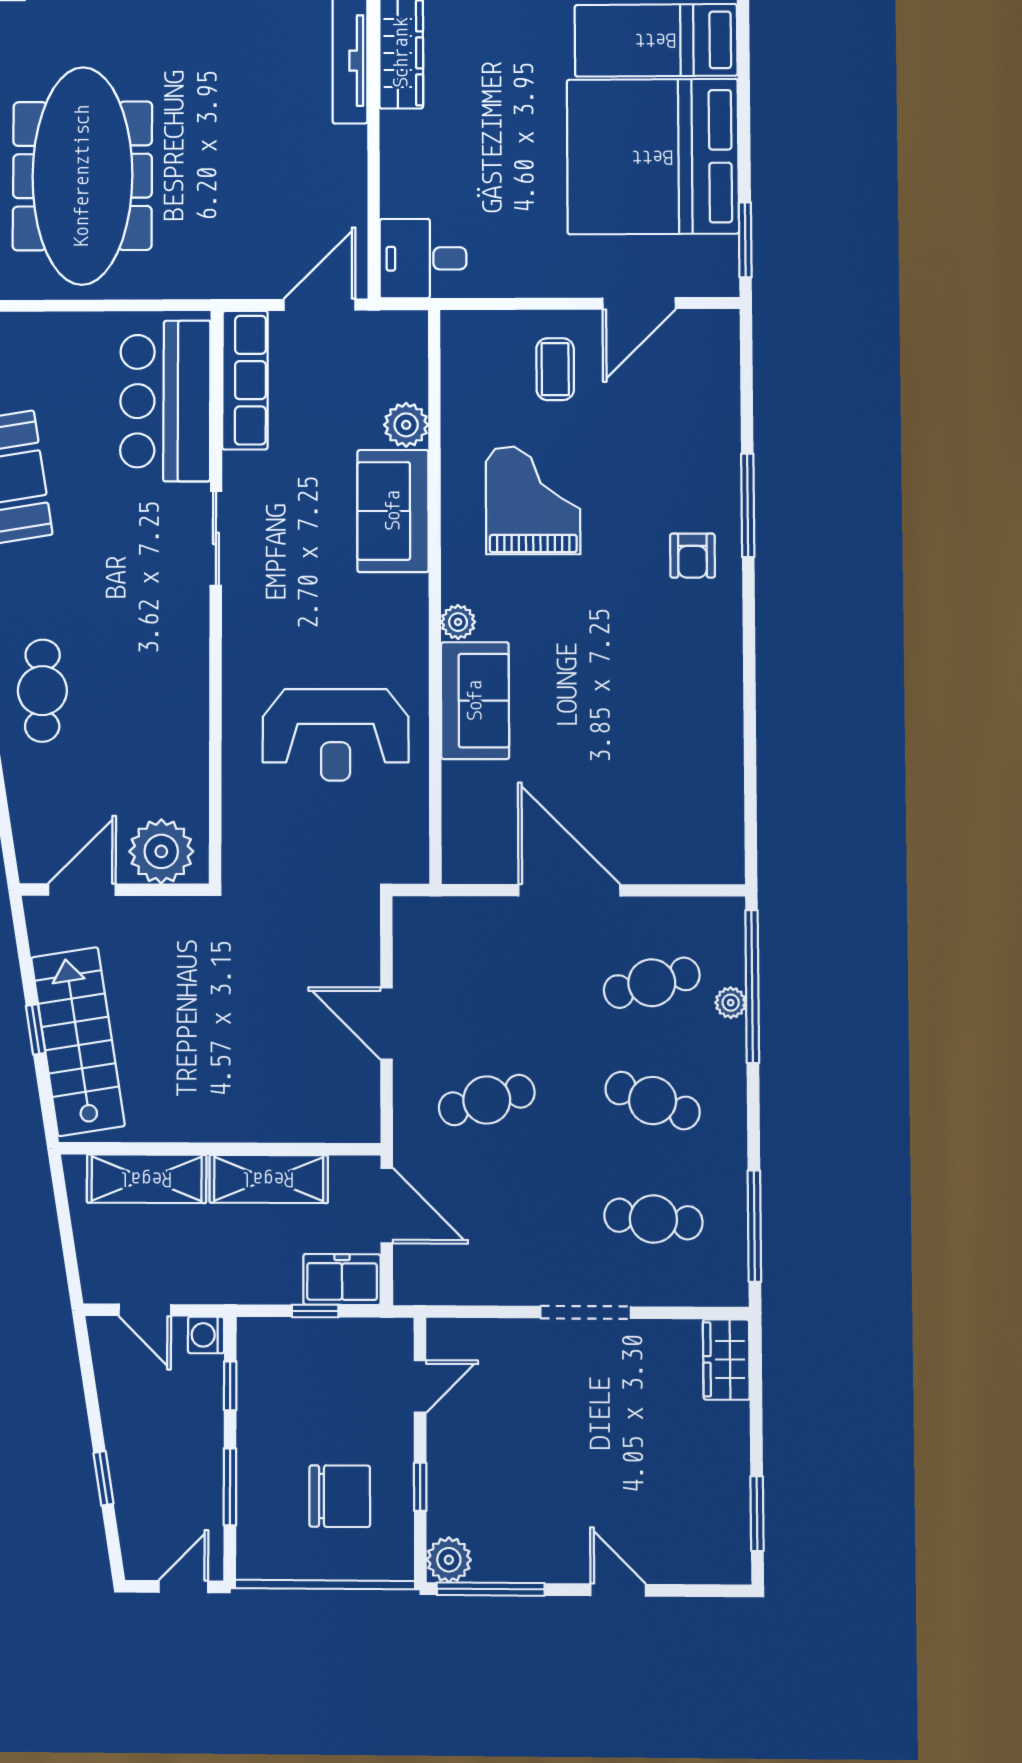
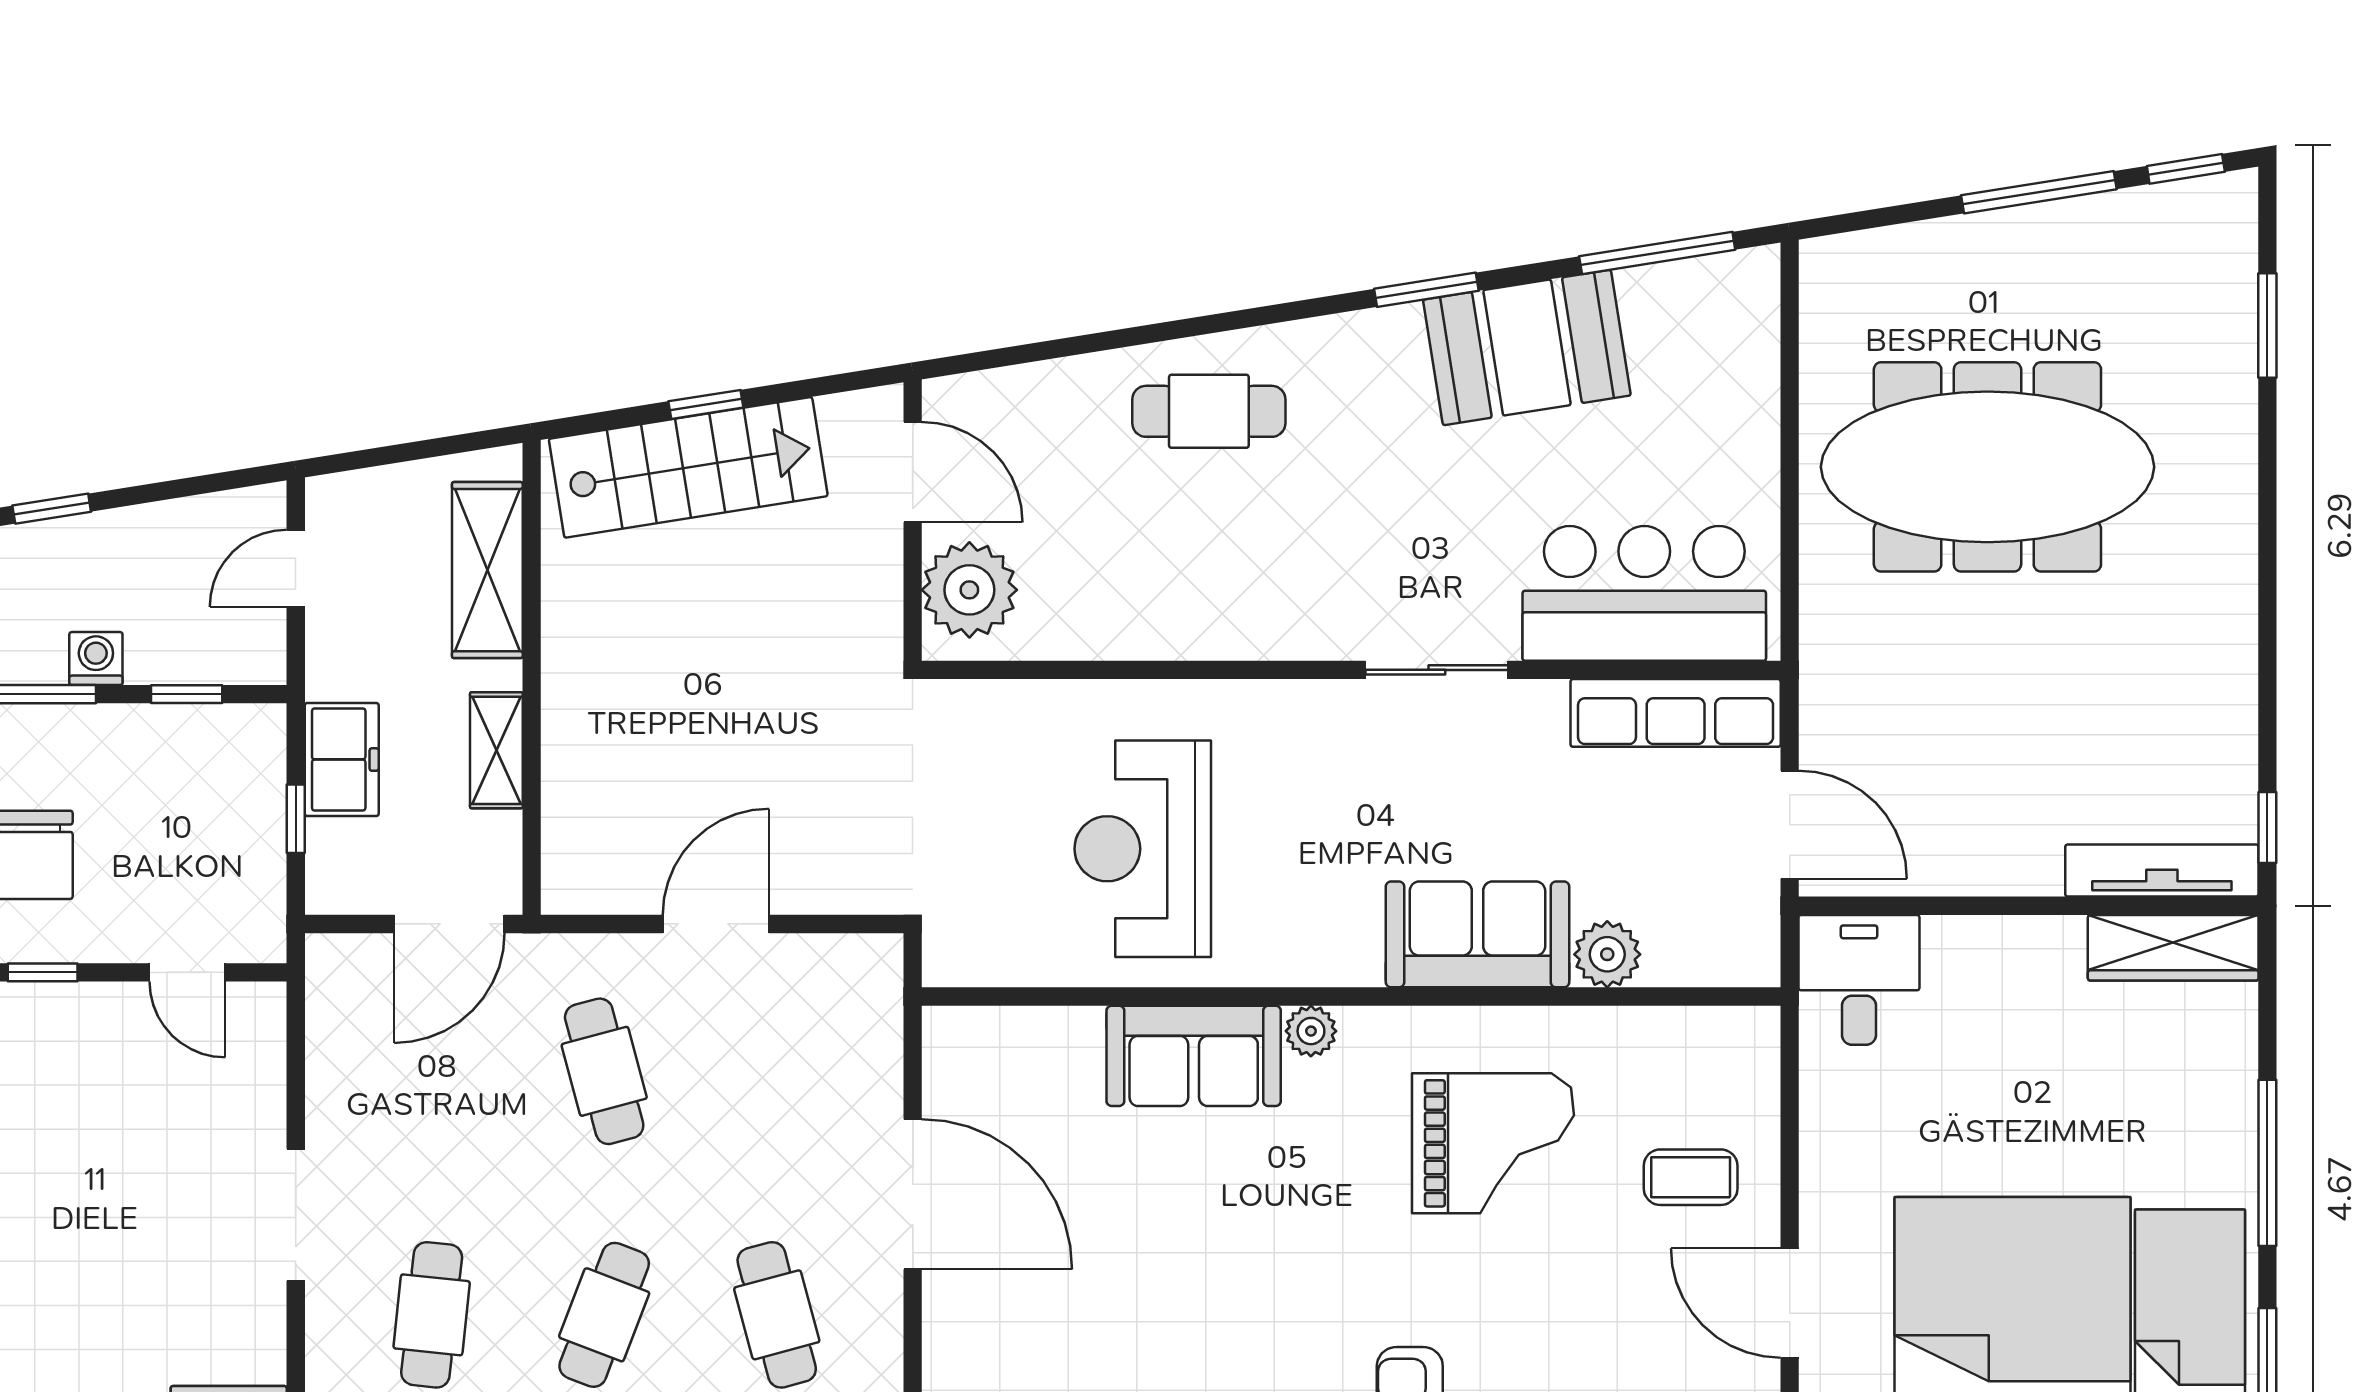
door: (569, 890) -> (913, 1194), hinge flipped
shelving: (269, 1179) -> (496, 750), width x0.67, depth x0.75
freezer: (342, 1279) -> (342, 759), moved
washing machine: (206, 1335) -> (96, 659), moved

